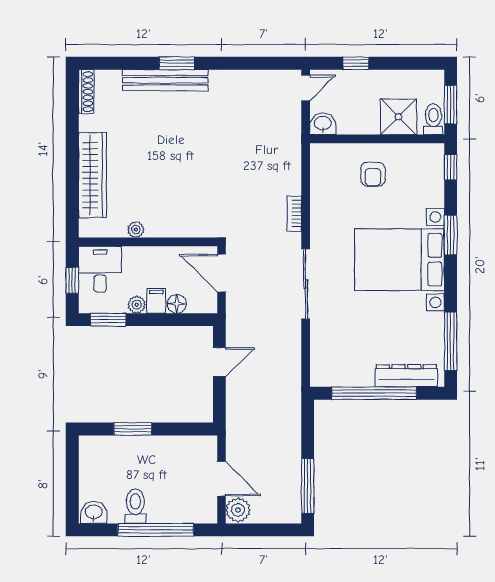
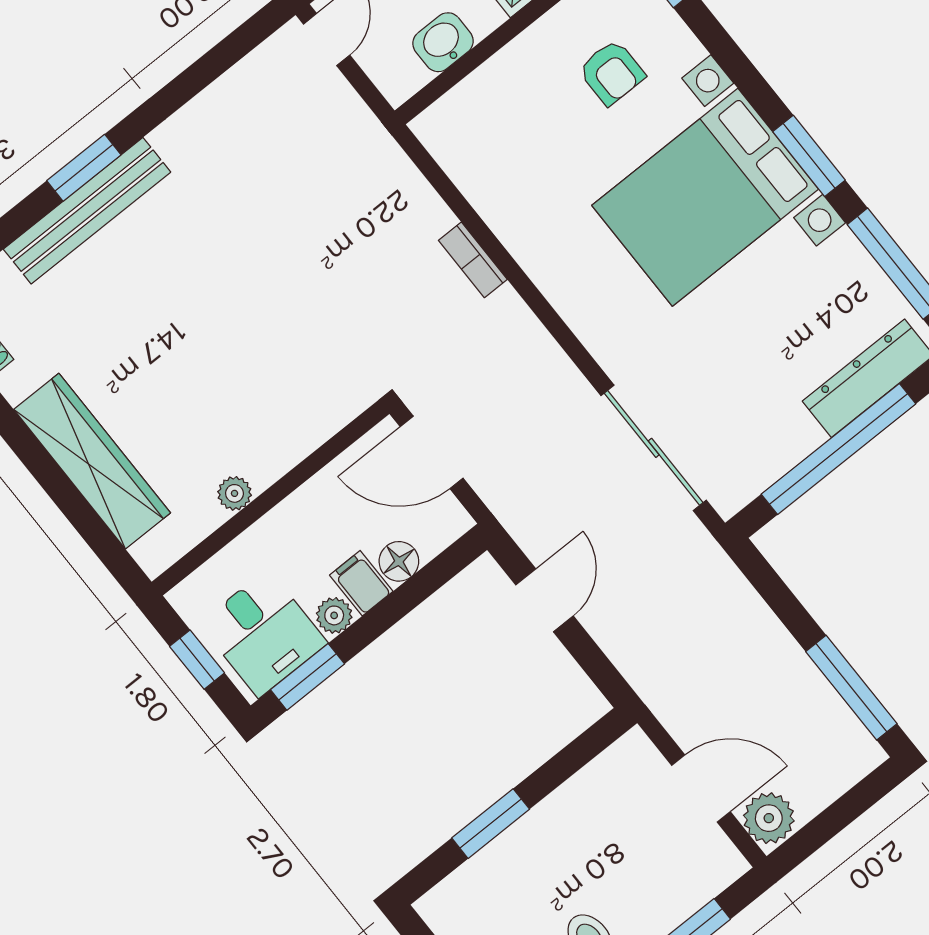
washbasin: (323, 124) -> (443, 42), moved
armchair: (373, 174) -> (612, 72), moved
window: (451, 235) -> (809, 156), moved
desk: (100, 269) -> (263, 633), moved, turned 180
sliding door: (306, 284) -> (654, 448), moved

